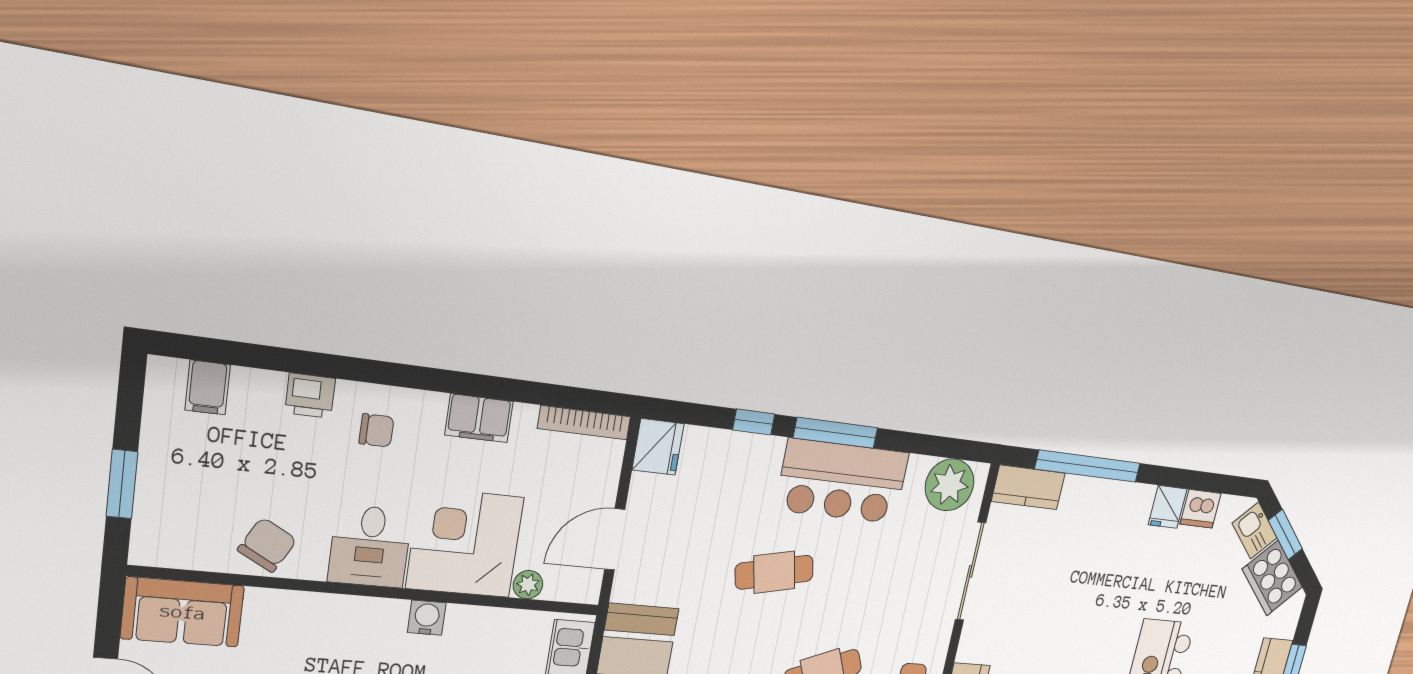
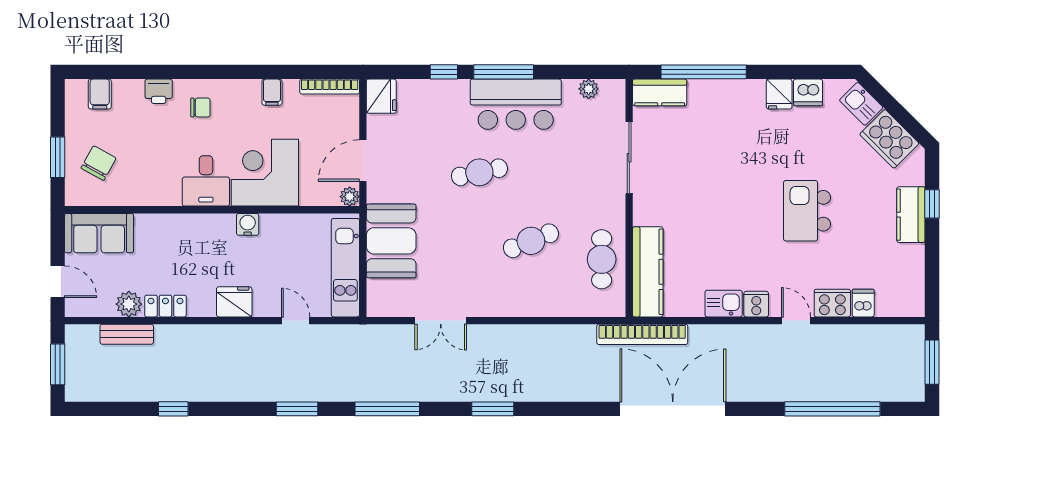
filing cabinet: (479, 418) -> (272, 92), width x0.50
plant: (950, 485) -> (589, 89), width x0.53, depth x0.53
window: (1285, 535) -> (890, 104), removed
chair: (267, 545) -> (99, 163), moved
plant: (528, 585) -> (350, 197), moved

